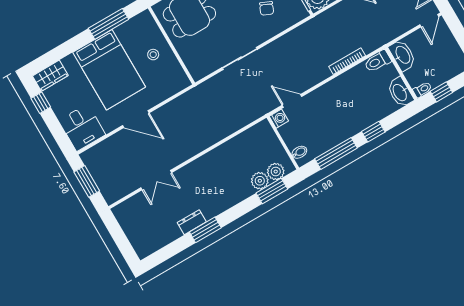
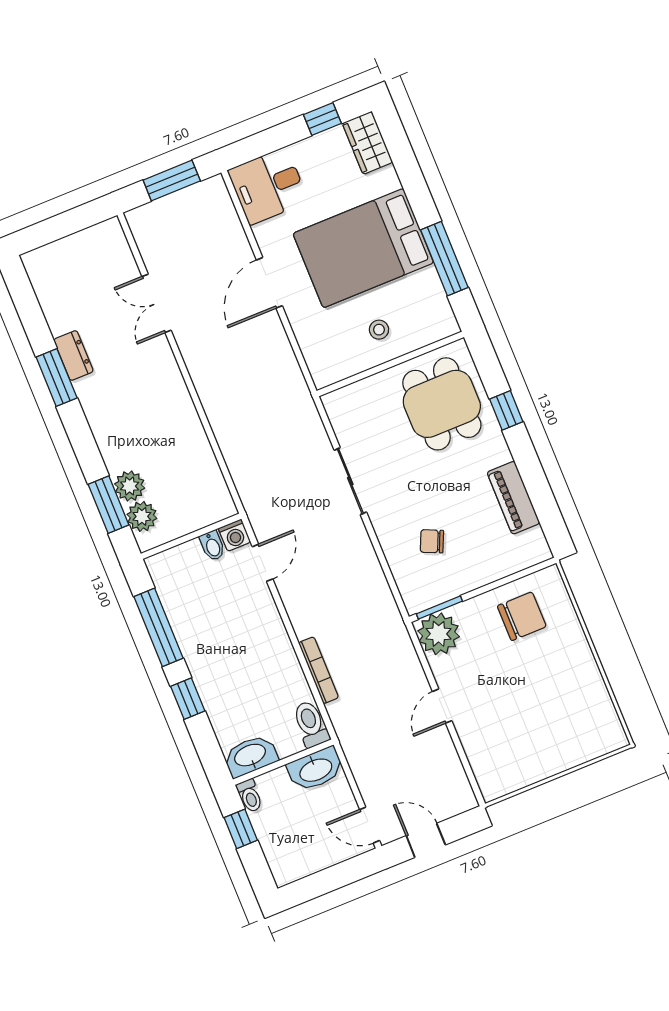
bidet: (299, 152) -> (212, 546), moved

